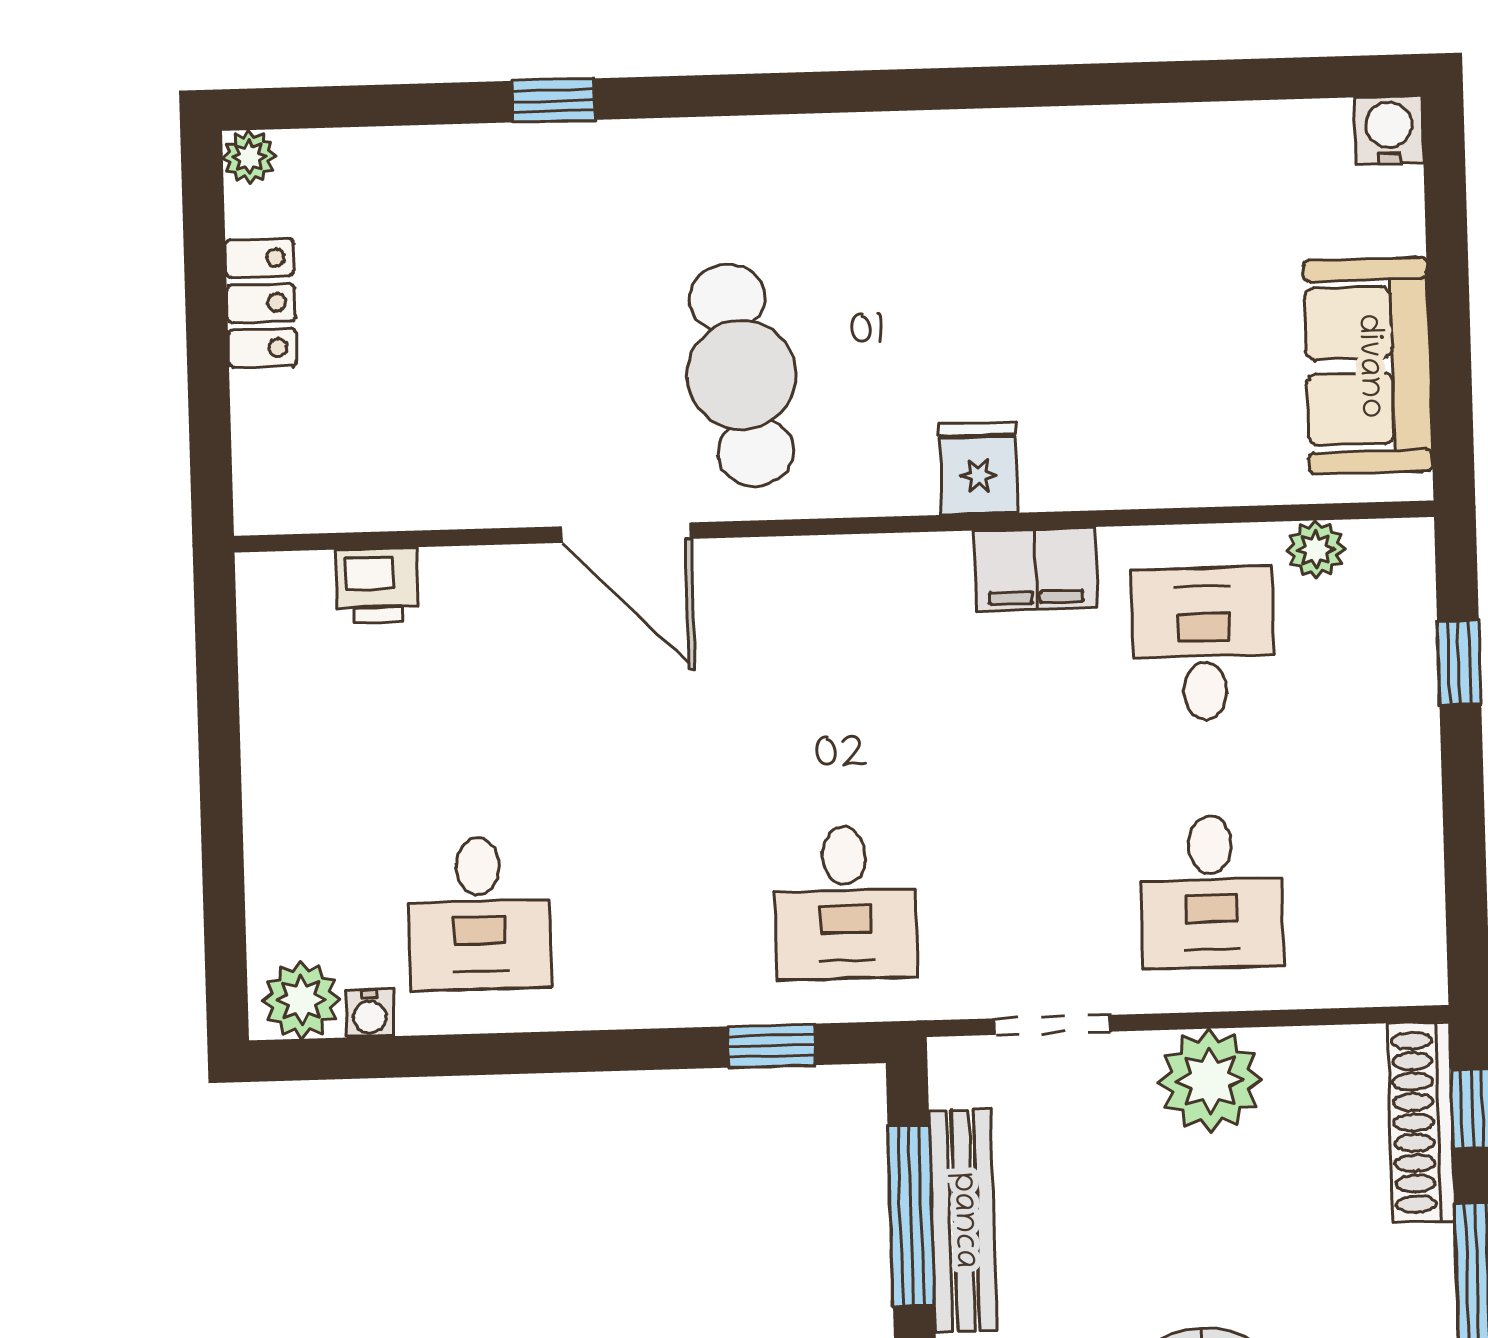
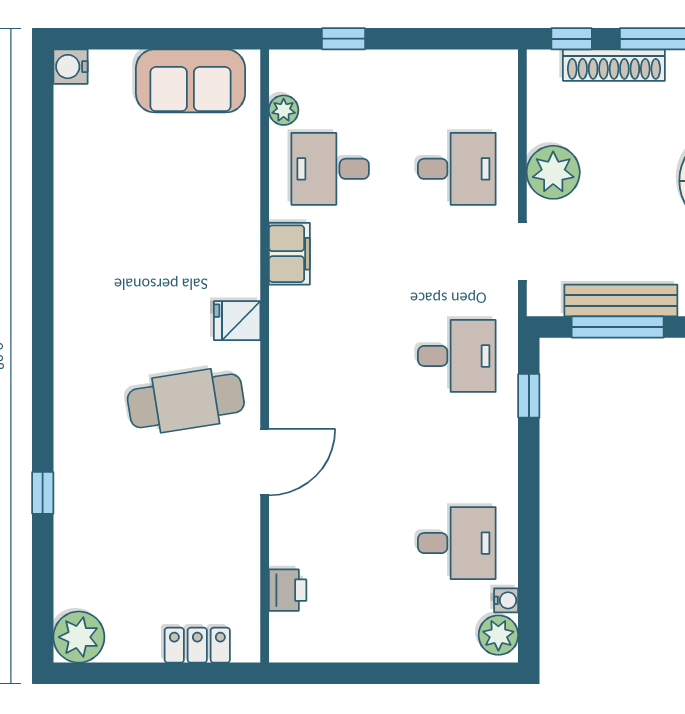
plant: (249, 157) -> (79, 637), width x1.88, depth x1.88
locker: (261, 303) -> (197, 645), moved
fridge: (978, 468) -> (237, 321), moved
shoe rack: (1421, 1122) -> (614, 65), moved

